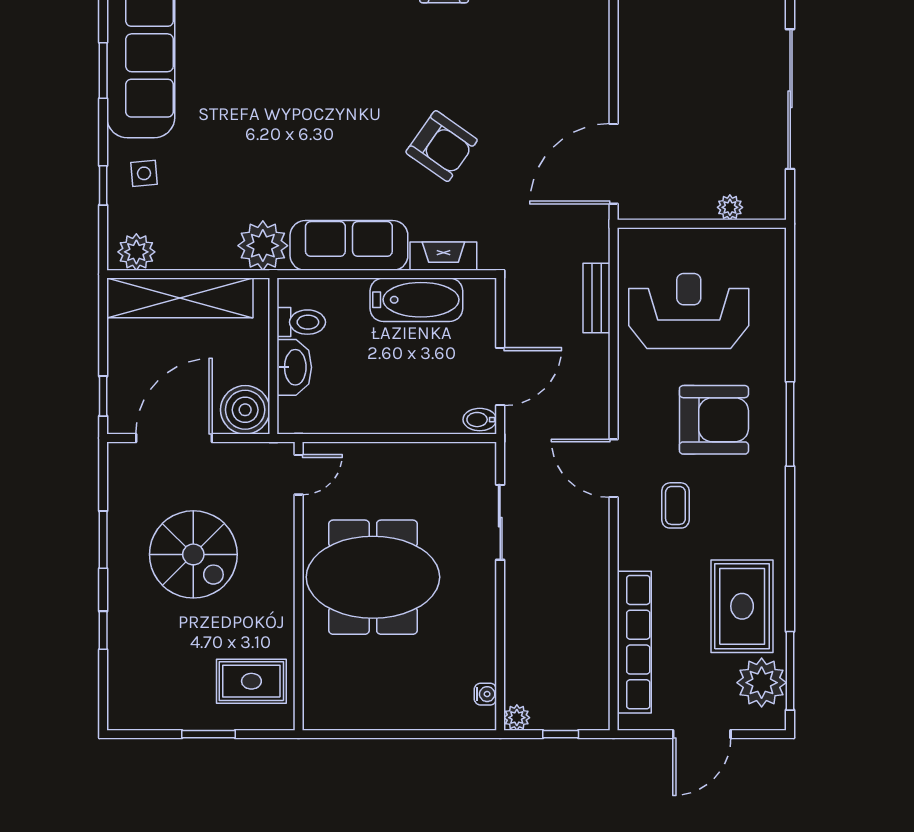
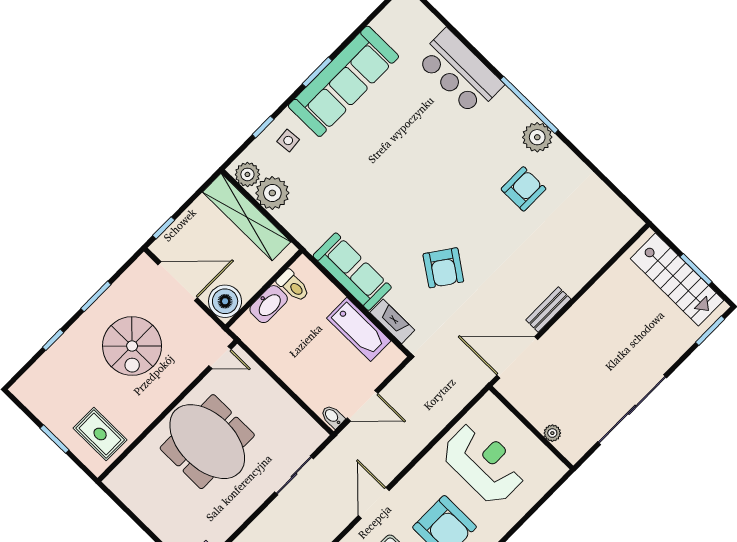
plant: (263, 246) -> (272, 193), moved
bench: (596, 298) -> (548, 310), moved

